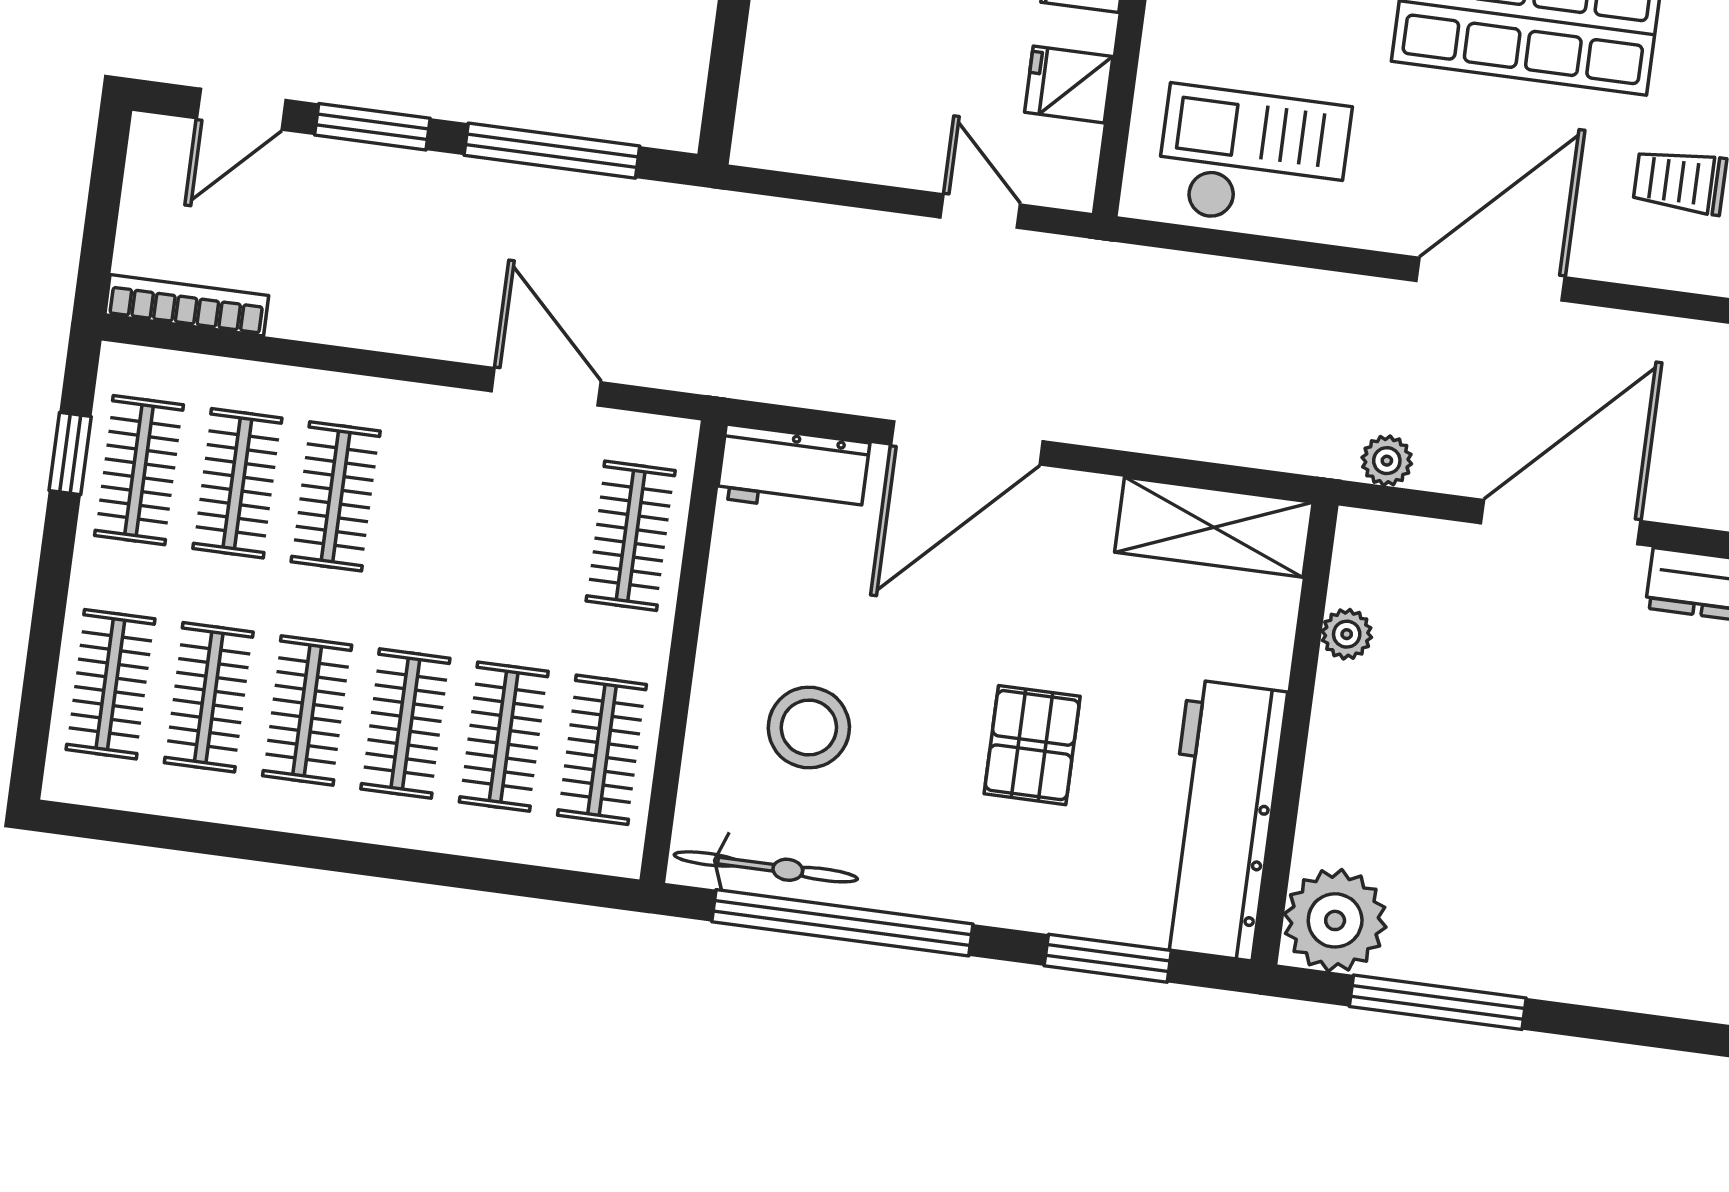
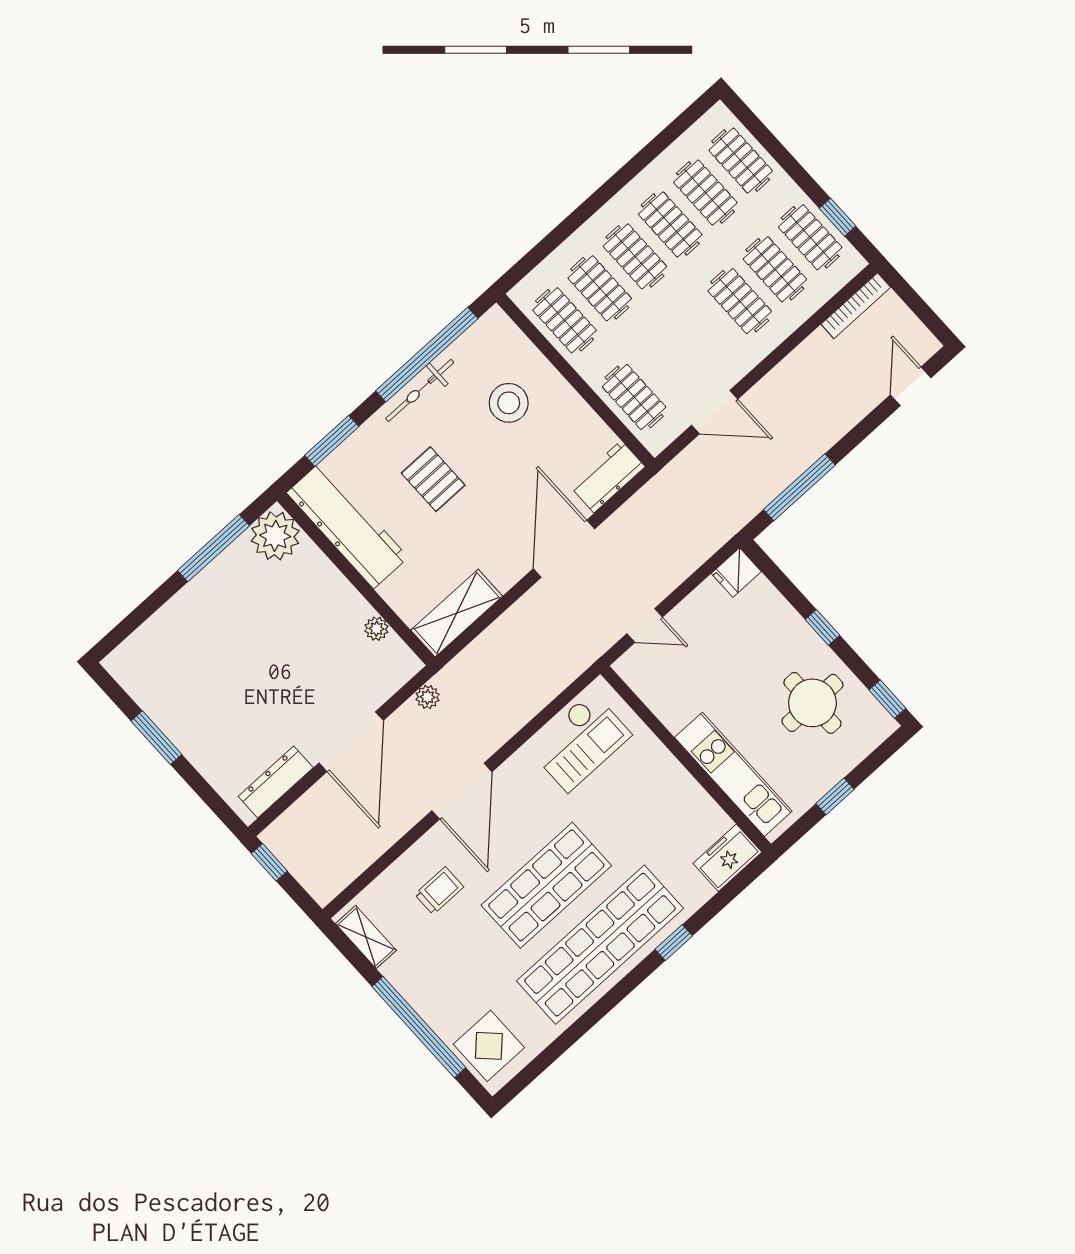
fridge: (1069, 84) -> (736, 573), moved, turned 180
window: (372, 127) -> (864, 429), removed
bicycle: (766, 867) -> (420, 390), moved

